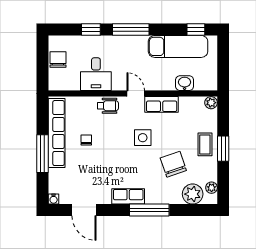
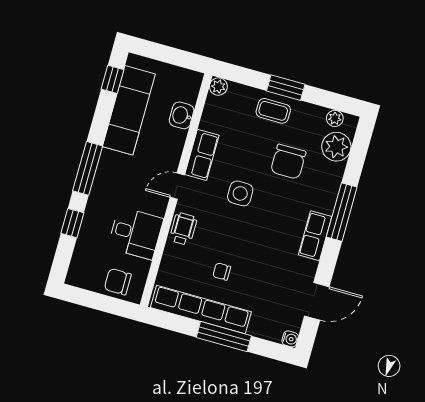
chair: (58, 59) -> (118, 282), moved
chair: (173, 164) -> (288, 162), turned -71

